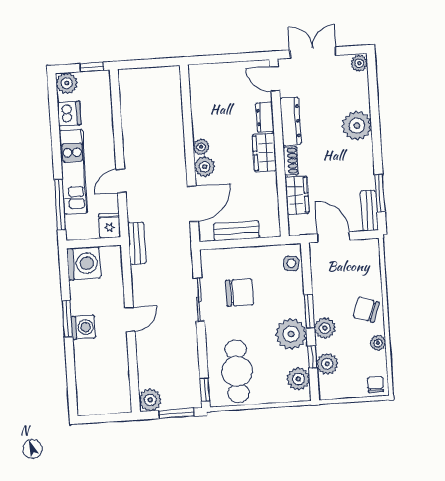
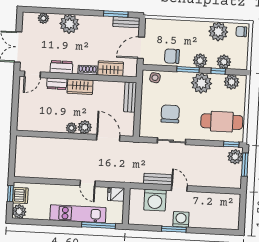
plant: (359, 63) -> (43, 18), moved
dishwasher: (69, 113) -> (20, 195), moved, turned 90
dresser: (291, 121) -> (61, 67), width x0.70
bench: (236, 231) -> (130, 97), moved
bench: (137, 243) -> (158, 179), moved
washing machine: (84, 263) -> (155, 200), moved, turned 180
chair: (366, 309) -> (172, 56), moved, turned 70
plant: (378, 343) -> (218, 32), width x1.88, depth x1.88
plant: (150, 400) -> (235, 157), moved

